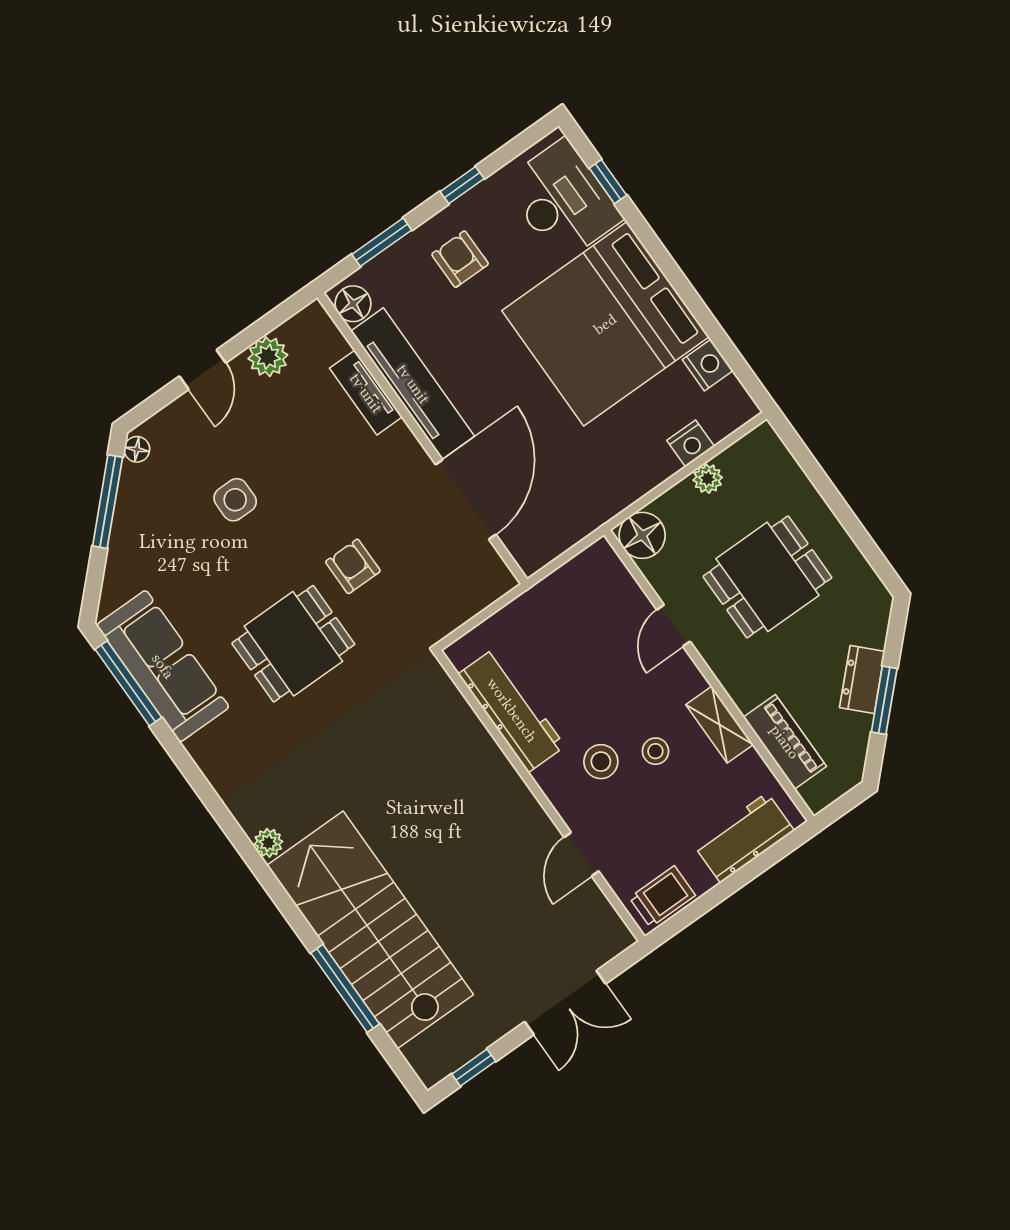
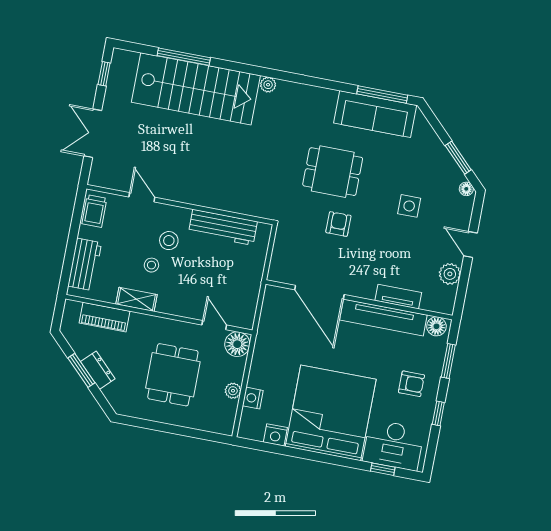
window: (108, 502) -> (458, 158), width x0.69
armchair: (353, 566) -> (338, 224), turned -90
door: (673, 626) -> (214, 325), moved
dining table: (293, 644) -> (333, 172), turned 90

